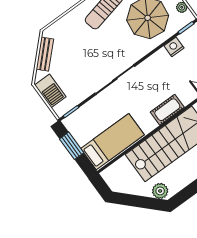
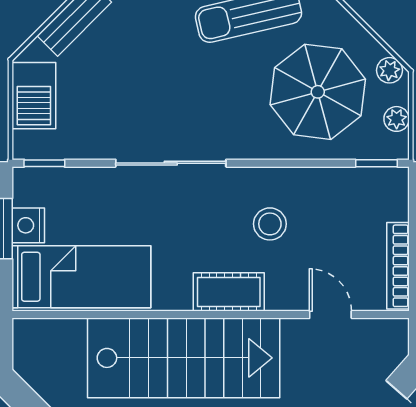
nightstand: (174, 47) -> (28, 225), moved, turned -90
stool: (164, 76) -> (270, 224), added

